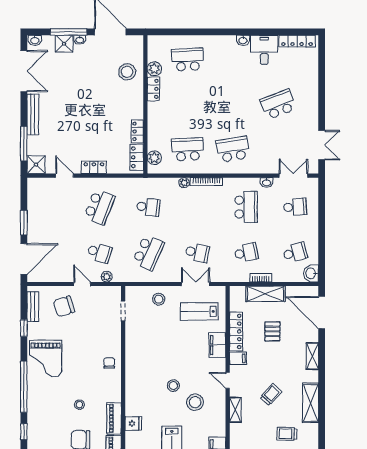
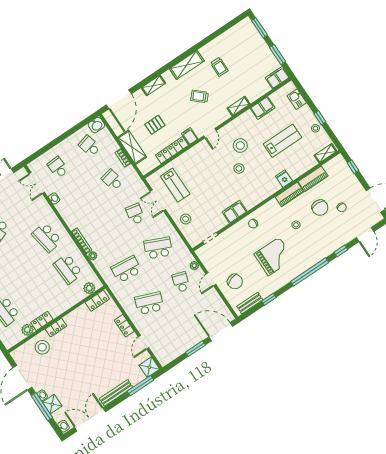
locker: (137, 131) -> (56, 328), moved
school desk: (148, 207) -> (126, 269), width x1.85
school desk: (246, 207) -> (81, 201), removed
filing cabinet: (217, 345) -> (235, 212), moved, turned 180
grand piano: (46, 359) -> (274, 256), moved
shelving: (235, 410) -> (239, 106), moved

